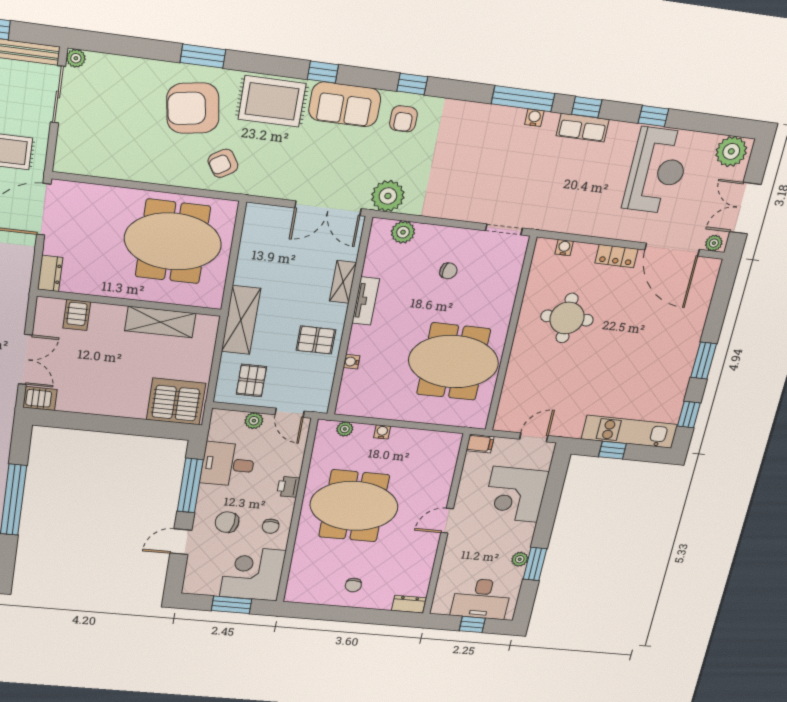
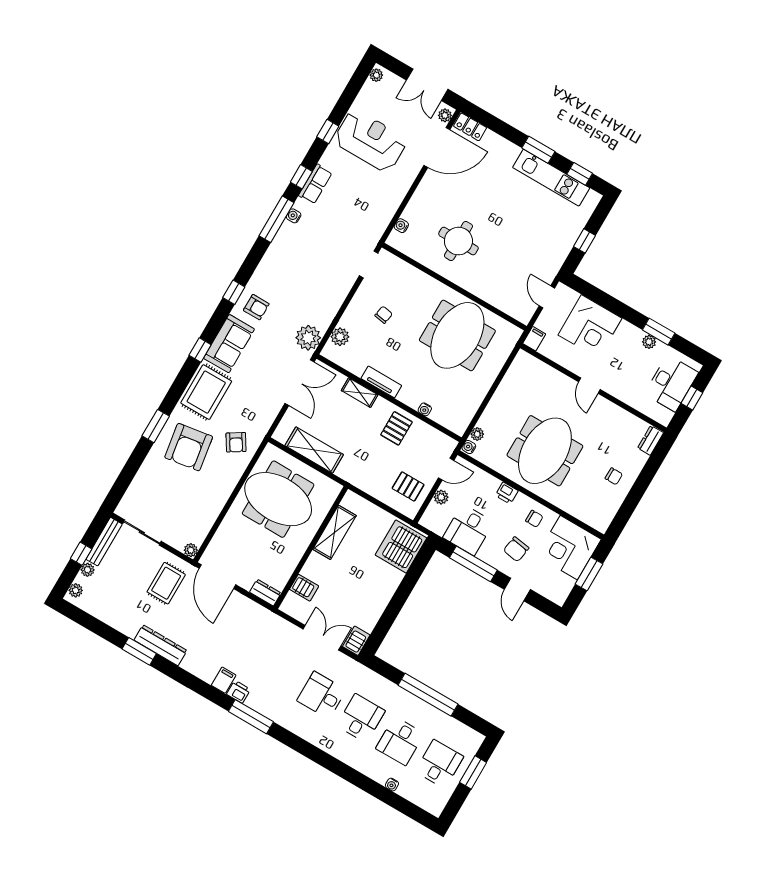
plant: (76, 58) -> (191, 550), moved
plant: (731, 151) -> (376, 75), width x0.53, depth x0.53
meeting table: (173, 241) -> (278, 499), turned 90
locker: (616, 256) -> (470, 127), moved, turned 90
shelving: (241, 320) -> (314, 450), moved
water cooler: (382, 432) -> (469, 447), moved
kitchen unit: (630, 432) -> (551, 178), moved, turned -90

